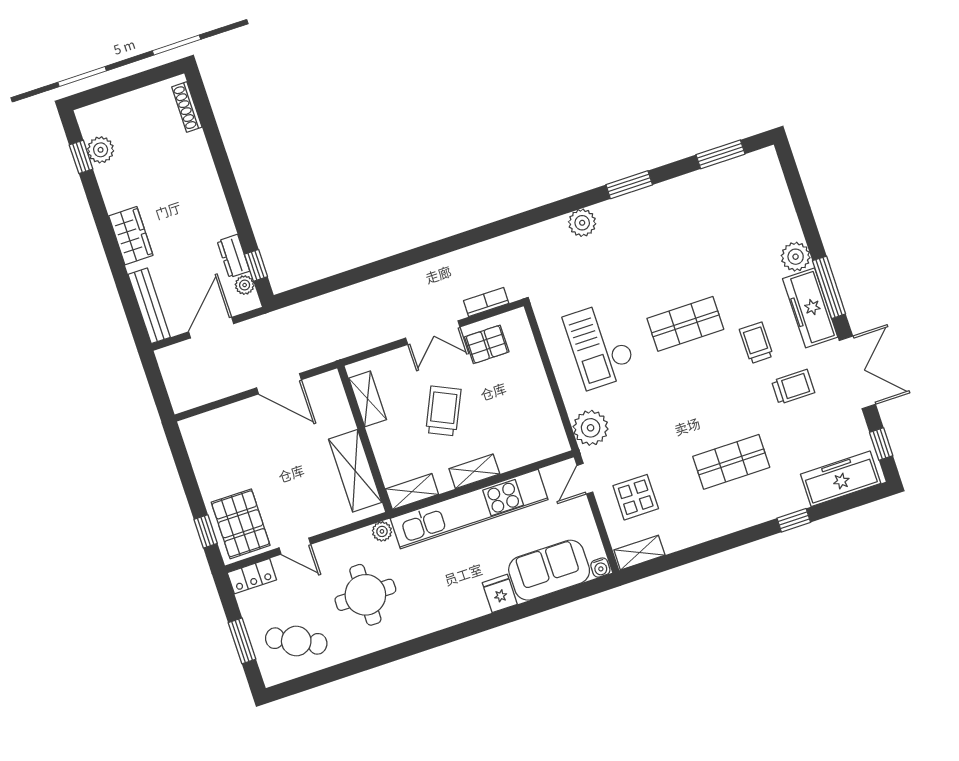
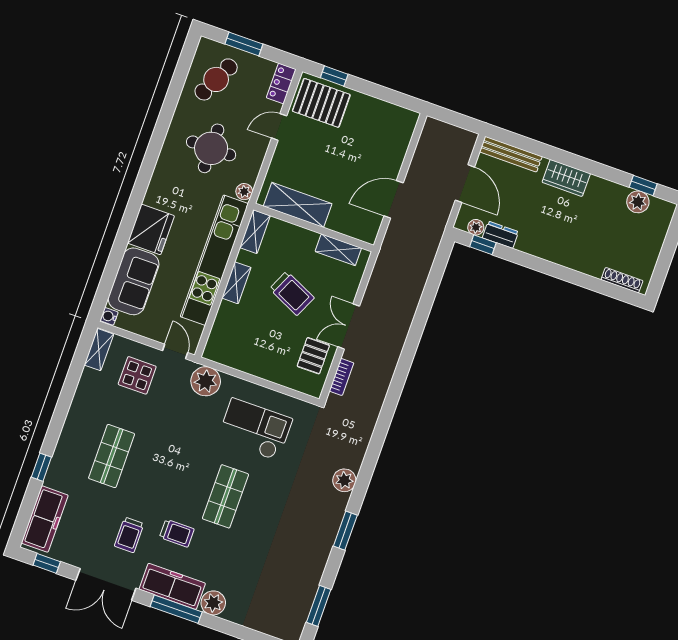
fridge: (500, 593) -> (151, 229), width x1.88, depth x1.34

